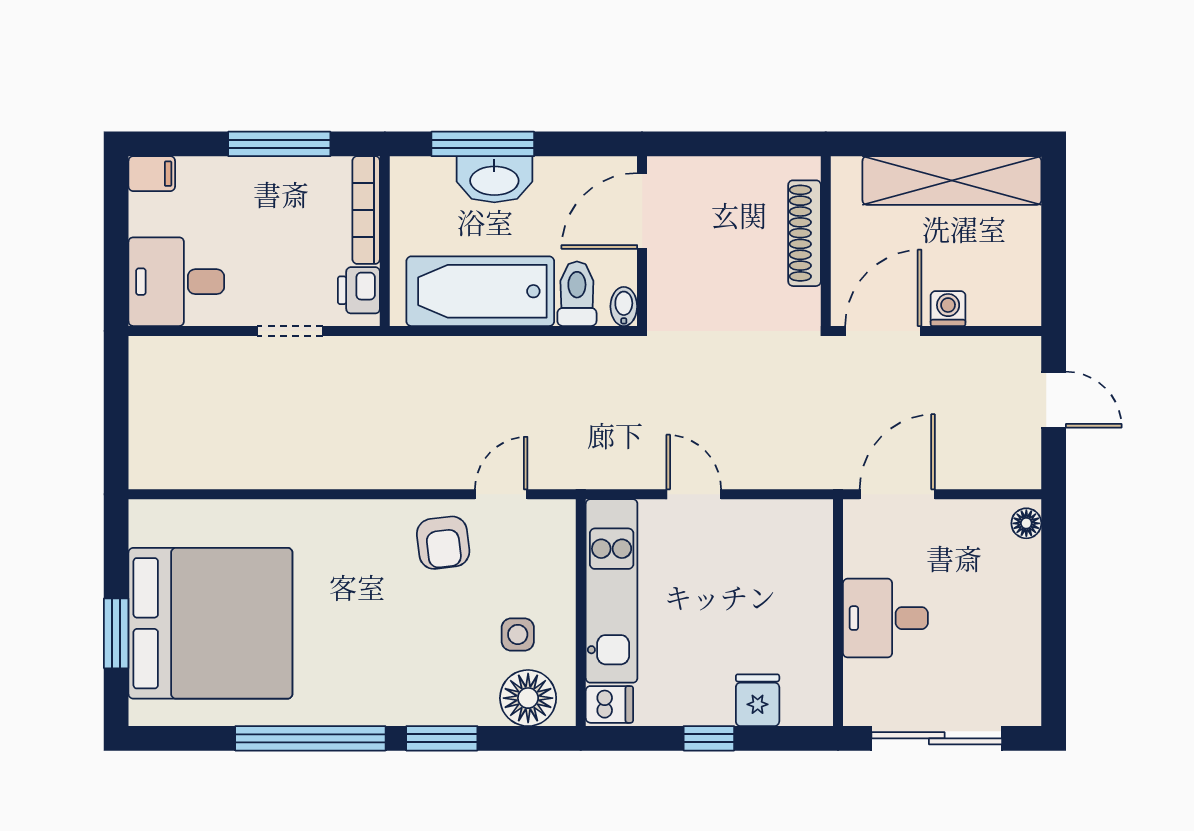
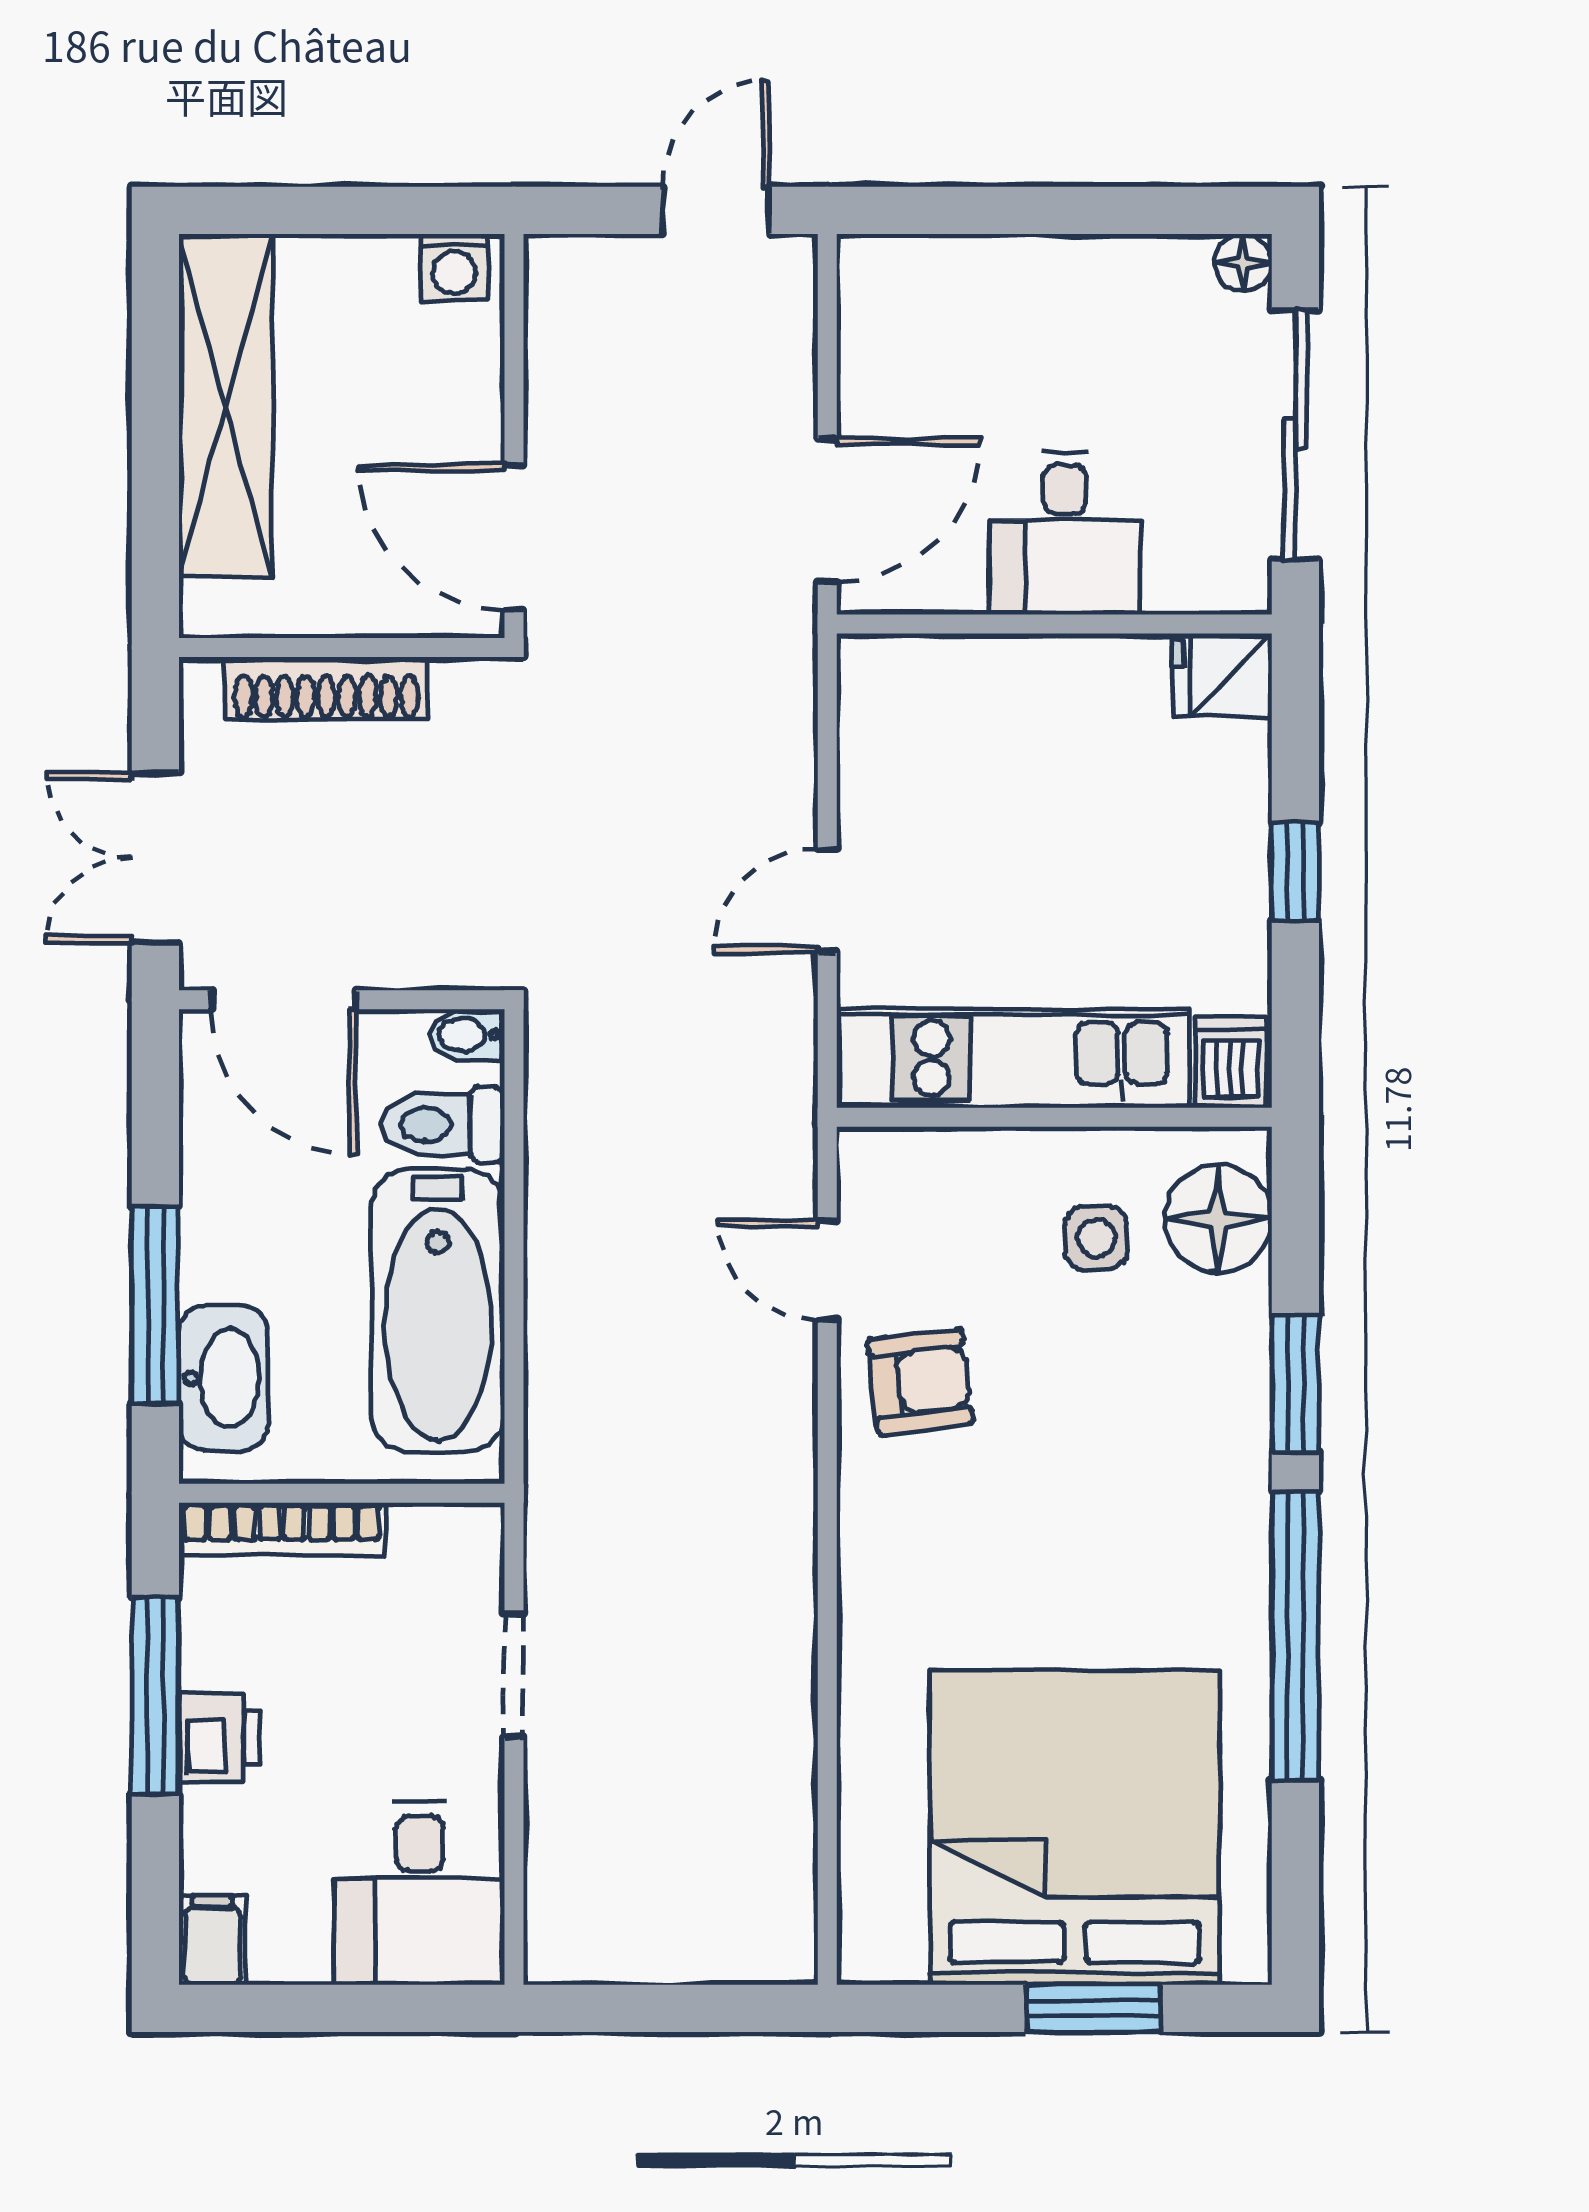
double door: (716, 144) -> (155, 857), added
washbasin: (494, 179) -> (223, 1378), moved
printer: (359, 290) -> (219, 1738), moved, turned -90
washing machine: (948, 309) -> (454, 267), moved, turned -90
door: (1054, 400) -> (716, 210), moved
door: (897, 494) -> (827, 510), swing flipped
floor lamp: (1026, 523) -> (1243, 263), moved
fridge: (758, 700) -> (1222, 675), moved

